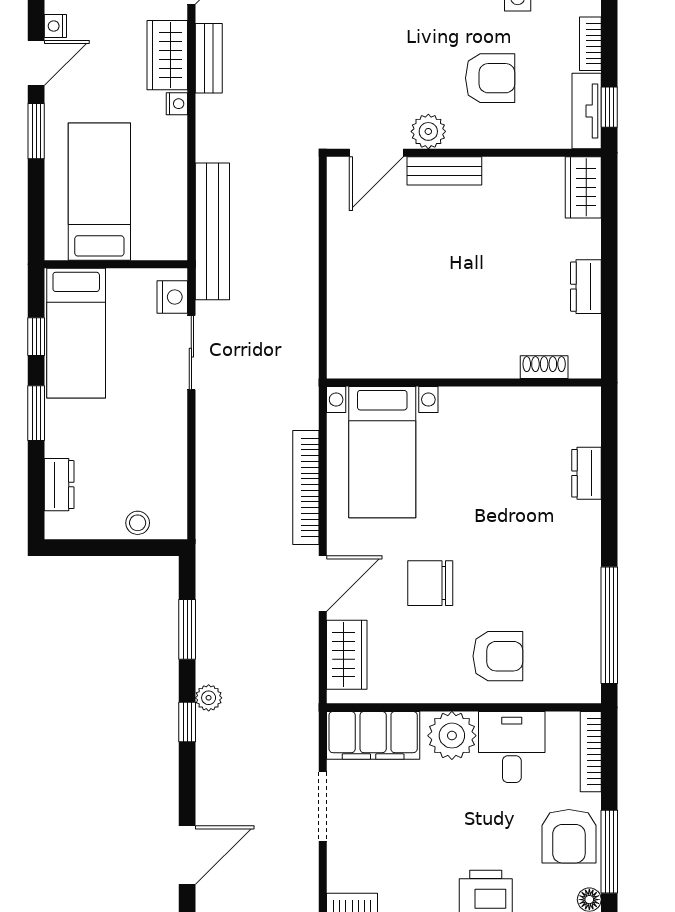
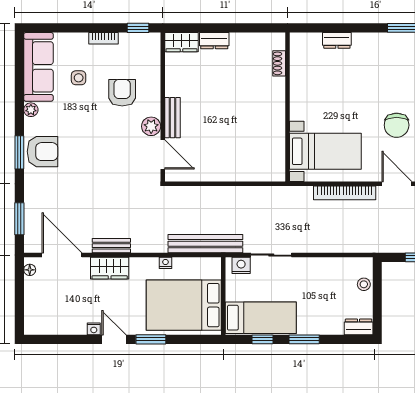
nightstand: (177, 104) -> (165, 263), moved
tv unit: (587, 111) -> (140, 40), removed
bed: (99, 192) -> (184, 305), width x1.50
dresser: (586, 287) -> (214, 41), moved
dresser: (59, 485) -> (359, 327), moved

